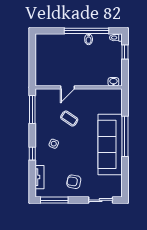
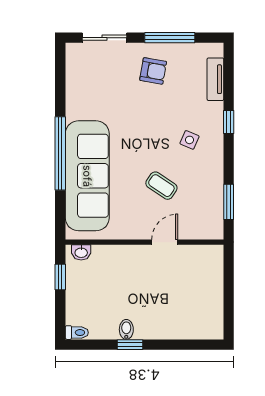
window: (87, 31) -> (130, 345), width x0.32
window: (125, 52) -> (60, 277), moved
window: (32, 110) -> (229, 202), width x0.69
sofa: (110, 144) -> (87, 176), moved
window: (54, 200) -> (170, 38), moved

